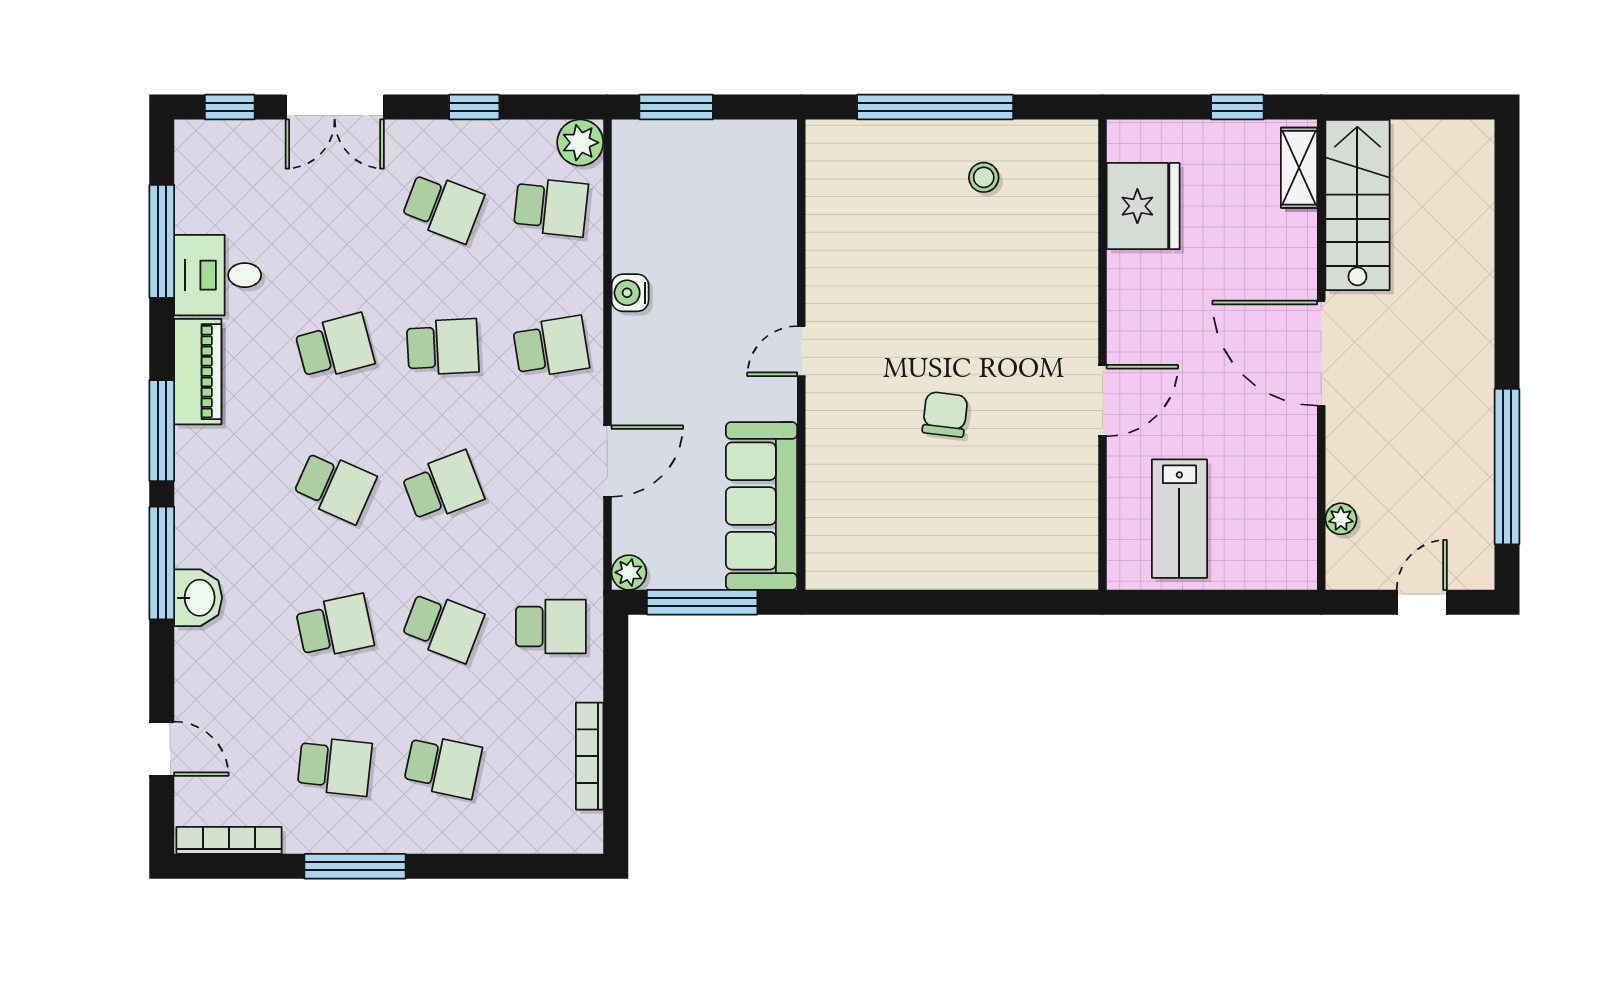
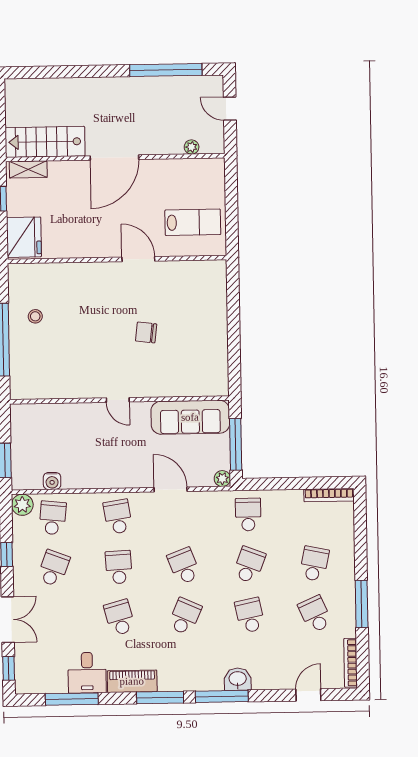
fridge: (1143, 206) -> (24, 237), moved, turned 90
water cooler: (630, 293) -> (52, 481), moved
bookcase: (590, 756) -> (329, 495), moved
school desk: (335, 766) -> (315, 614), turned -30

